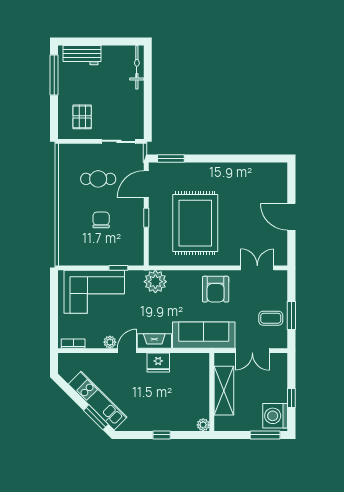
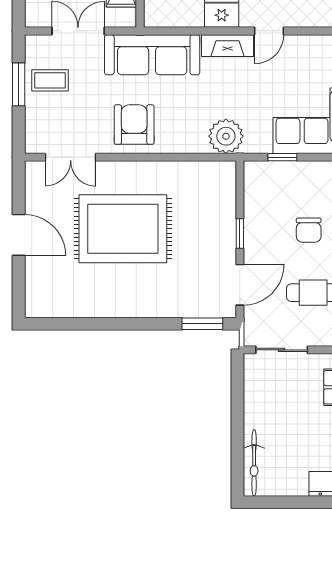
rug: (195, 223) -> (123, 229), moved, turned 90
plant: (110, 342) -> (295, 44), removed

